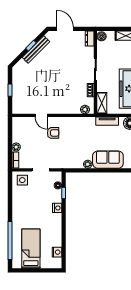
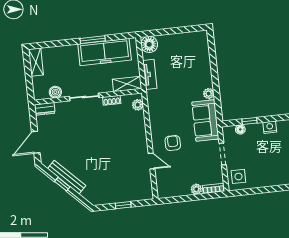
boiler: (101, 36) -> (55, 92), moved
door: (41, 115) -> (152, 161), hinge flipped
sofa: (108, 160) -> (205, 120), moved

